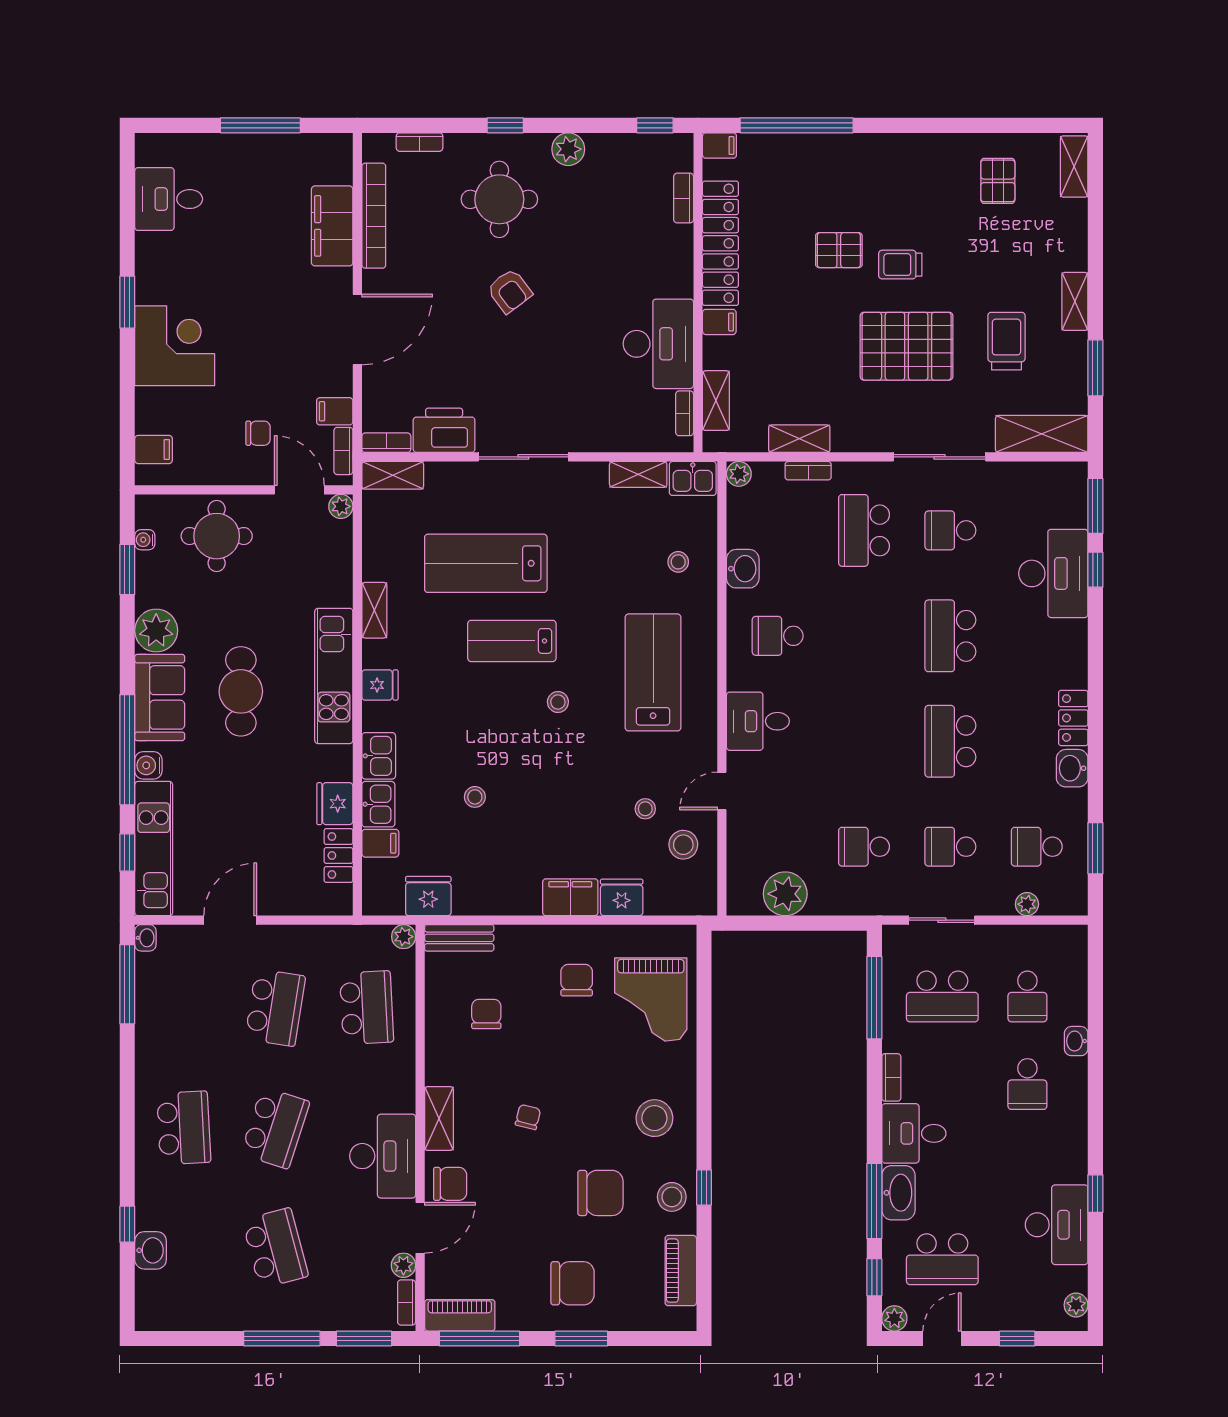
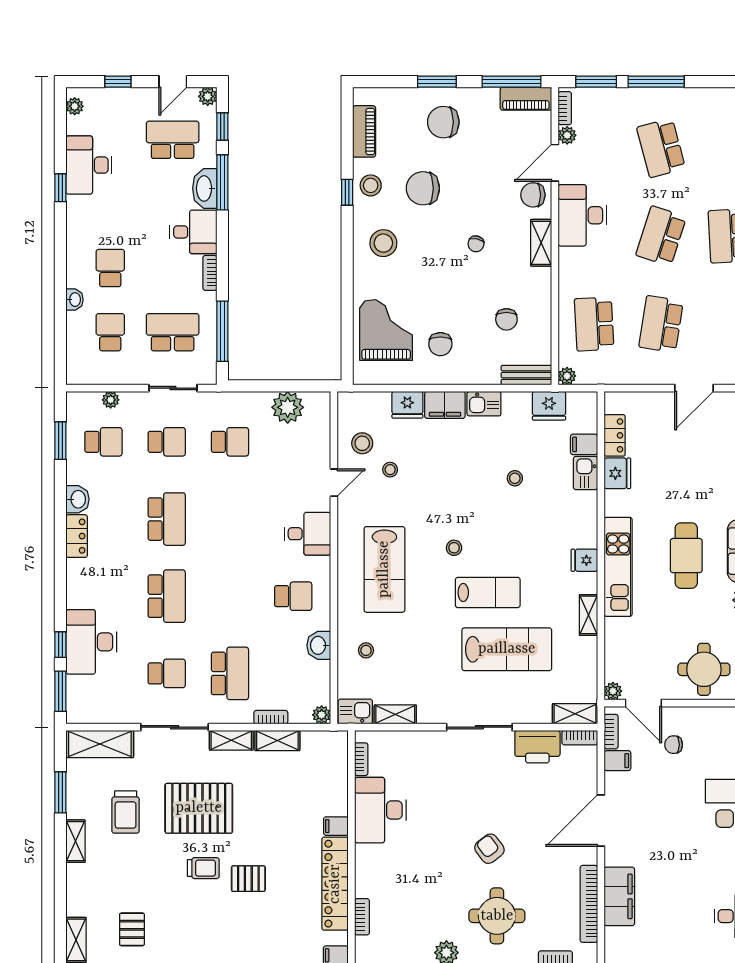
shelving: (716, 401) -> (231, 740), moved, turned 90
kitchen sink: (379, 756) -> (484, 404), moved, turned -90

